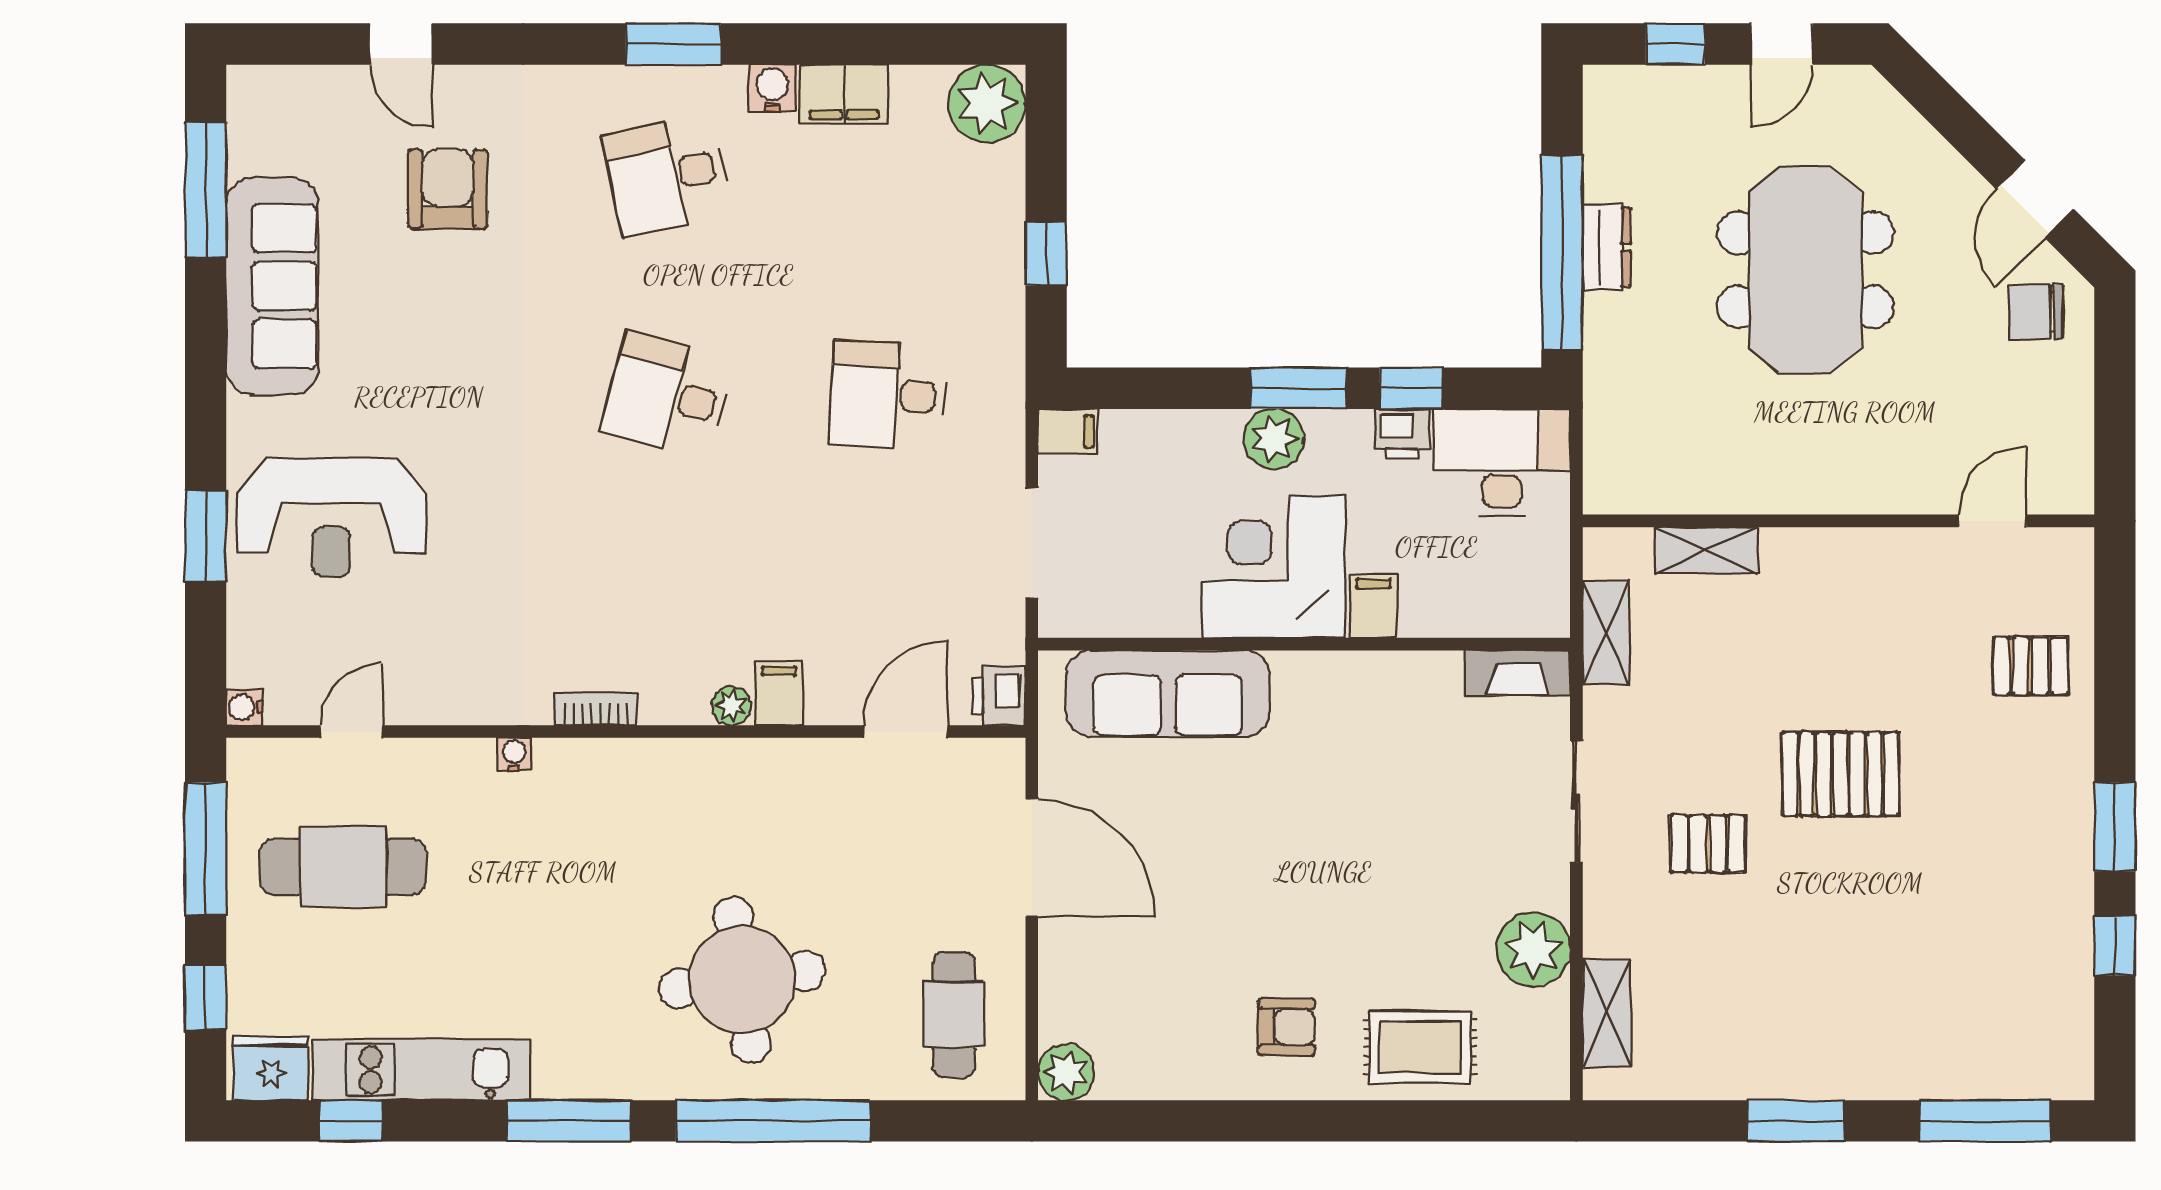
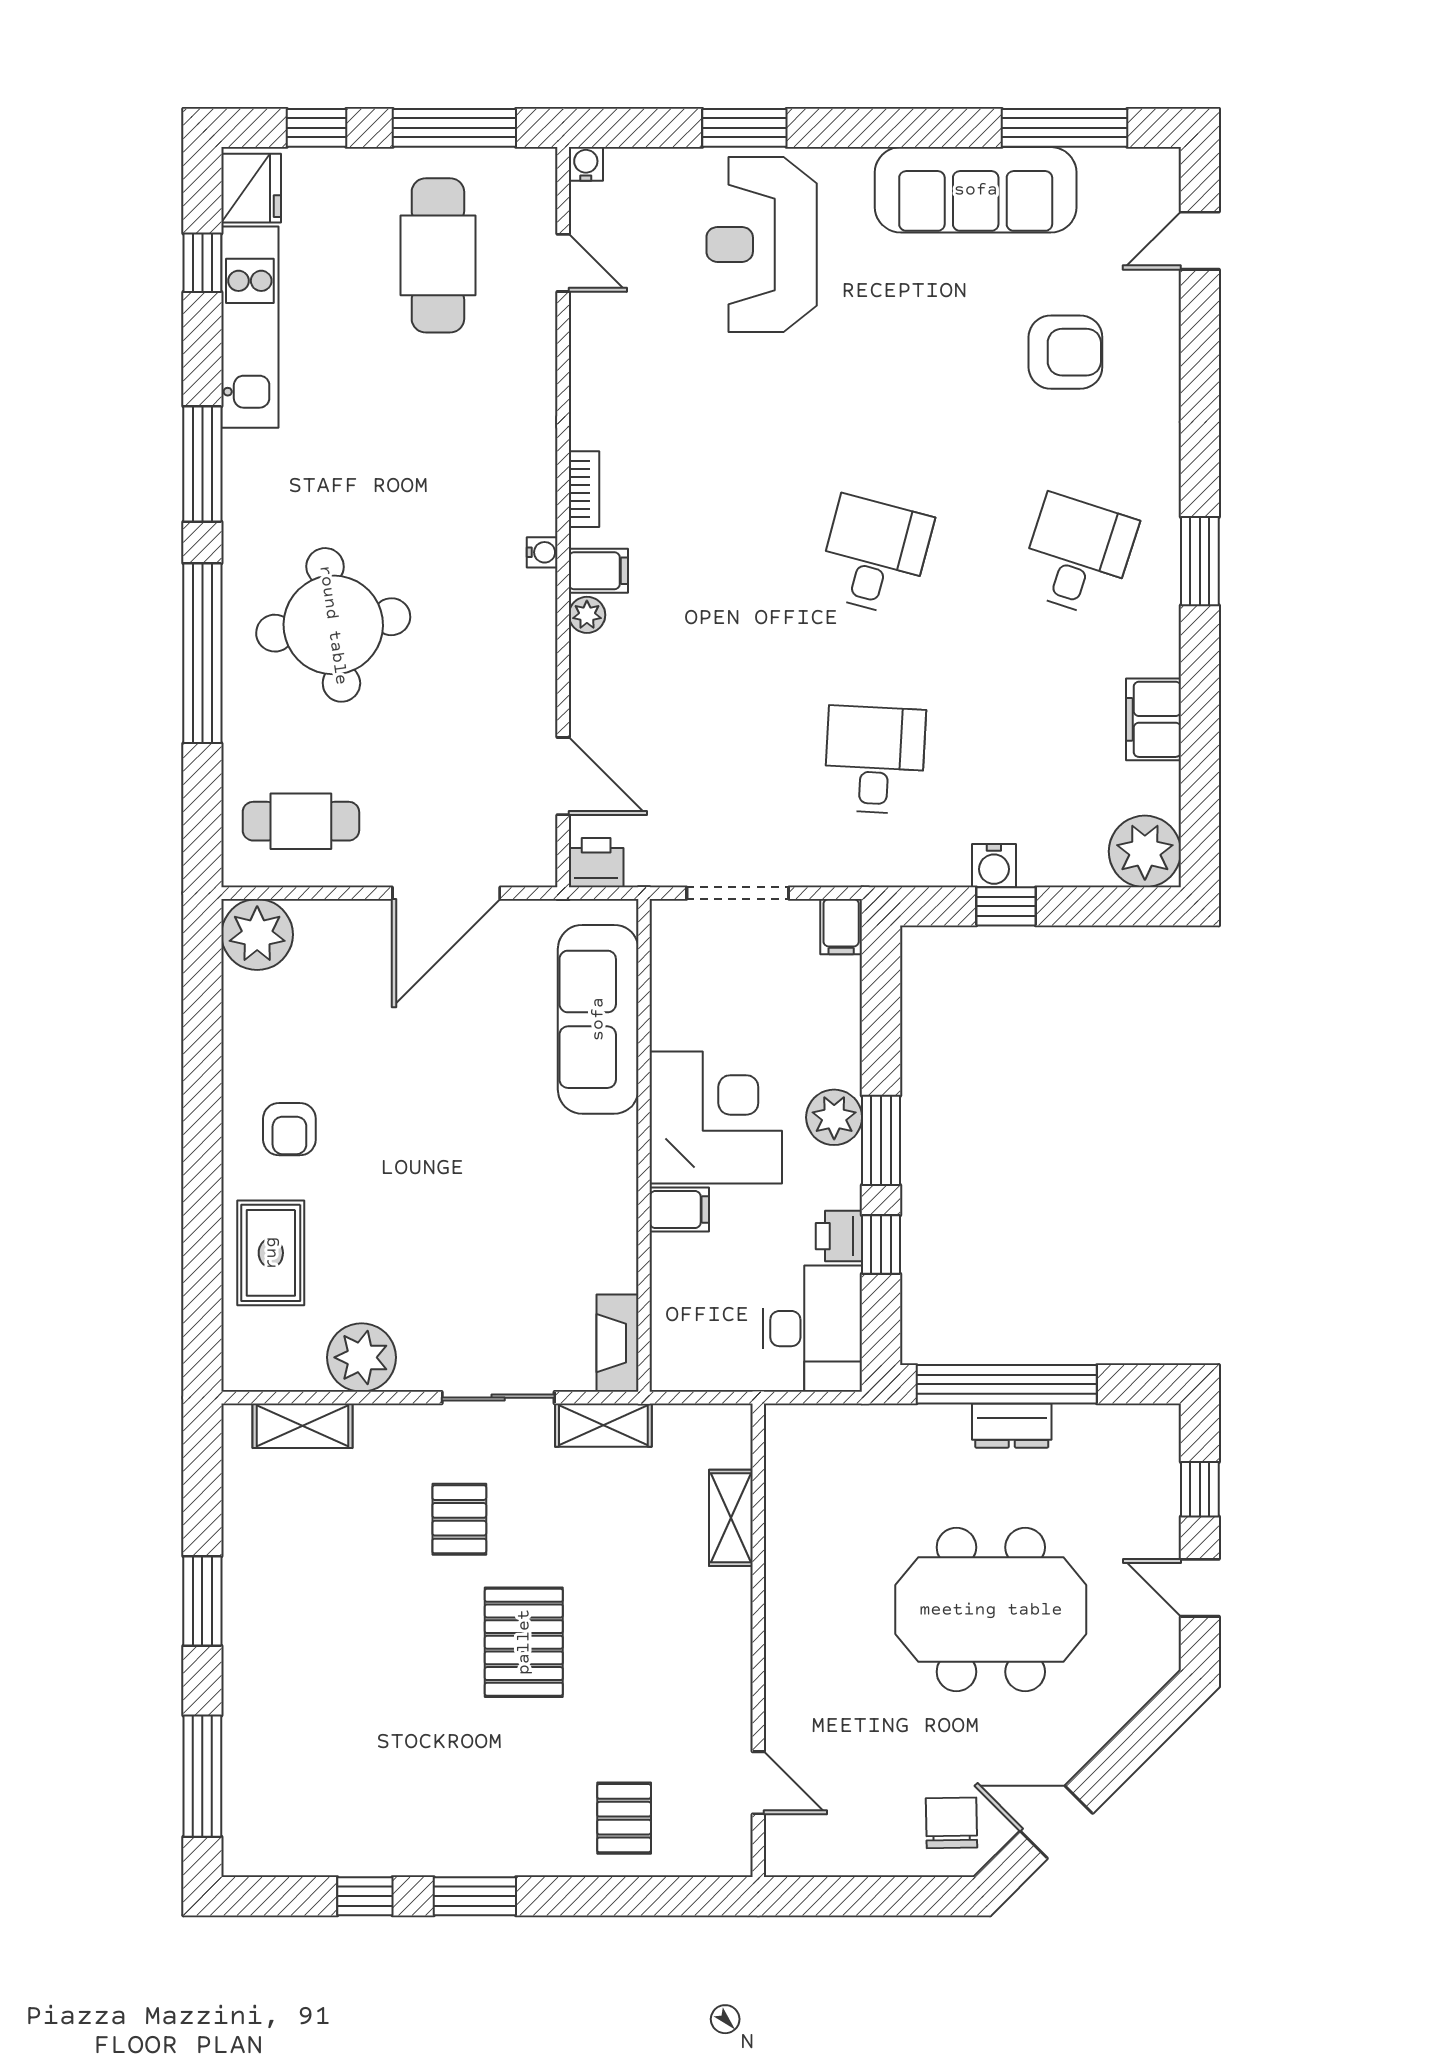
door: (401, 44) -> (1200, 241), moved
water cooler: (772, 88) -> (994, 866), moved, turned 90
desk: (667, 176) -> (1078, 555), turned 30
shelving: (1606, 633) -> (603, 1425), moved
filing cabinet: (779, 693) -> (598, 571), moved
water cooler: (514, 754) -> (542, 552), moved
plant: (1066, 1072) -> (257, 935), width x1.36, depth x1.36

